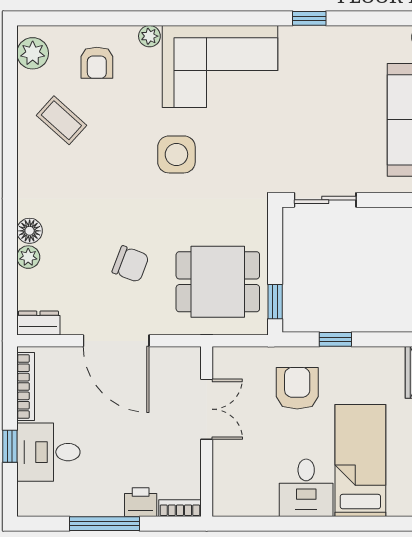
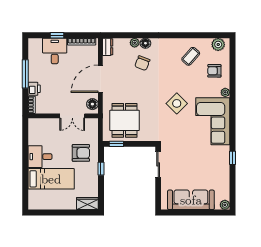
side table: (176, 154) -> (177, 103), turned 45
chair: (131, 264) -> (142, 63), moved
floor lamp: (178, 360) -> (92, 104), added

